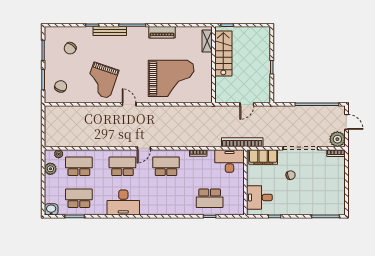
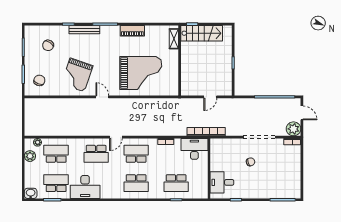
stairs: (223, 53) -> (202, 33), moved, turned 90
filing cabinet: (263, 157) -> (225, 145), removed
school desk: (122, 166) -> (96, 154), turned 180
school desk: (166, 198) -> (136, 183), added
desk: (123, 202) -> (85, 187), moved

